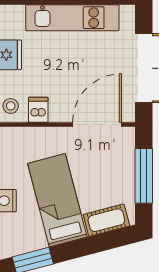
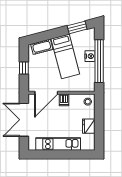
dishwasher: (38, 110) -> (64, 100), moved
window: (144, 176) -> (24, 68), width x0.46

